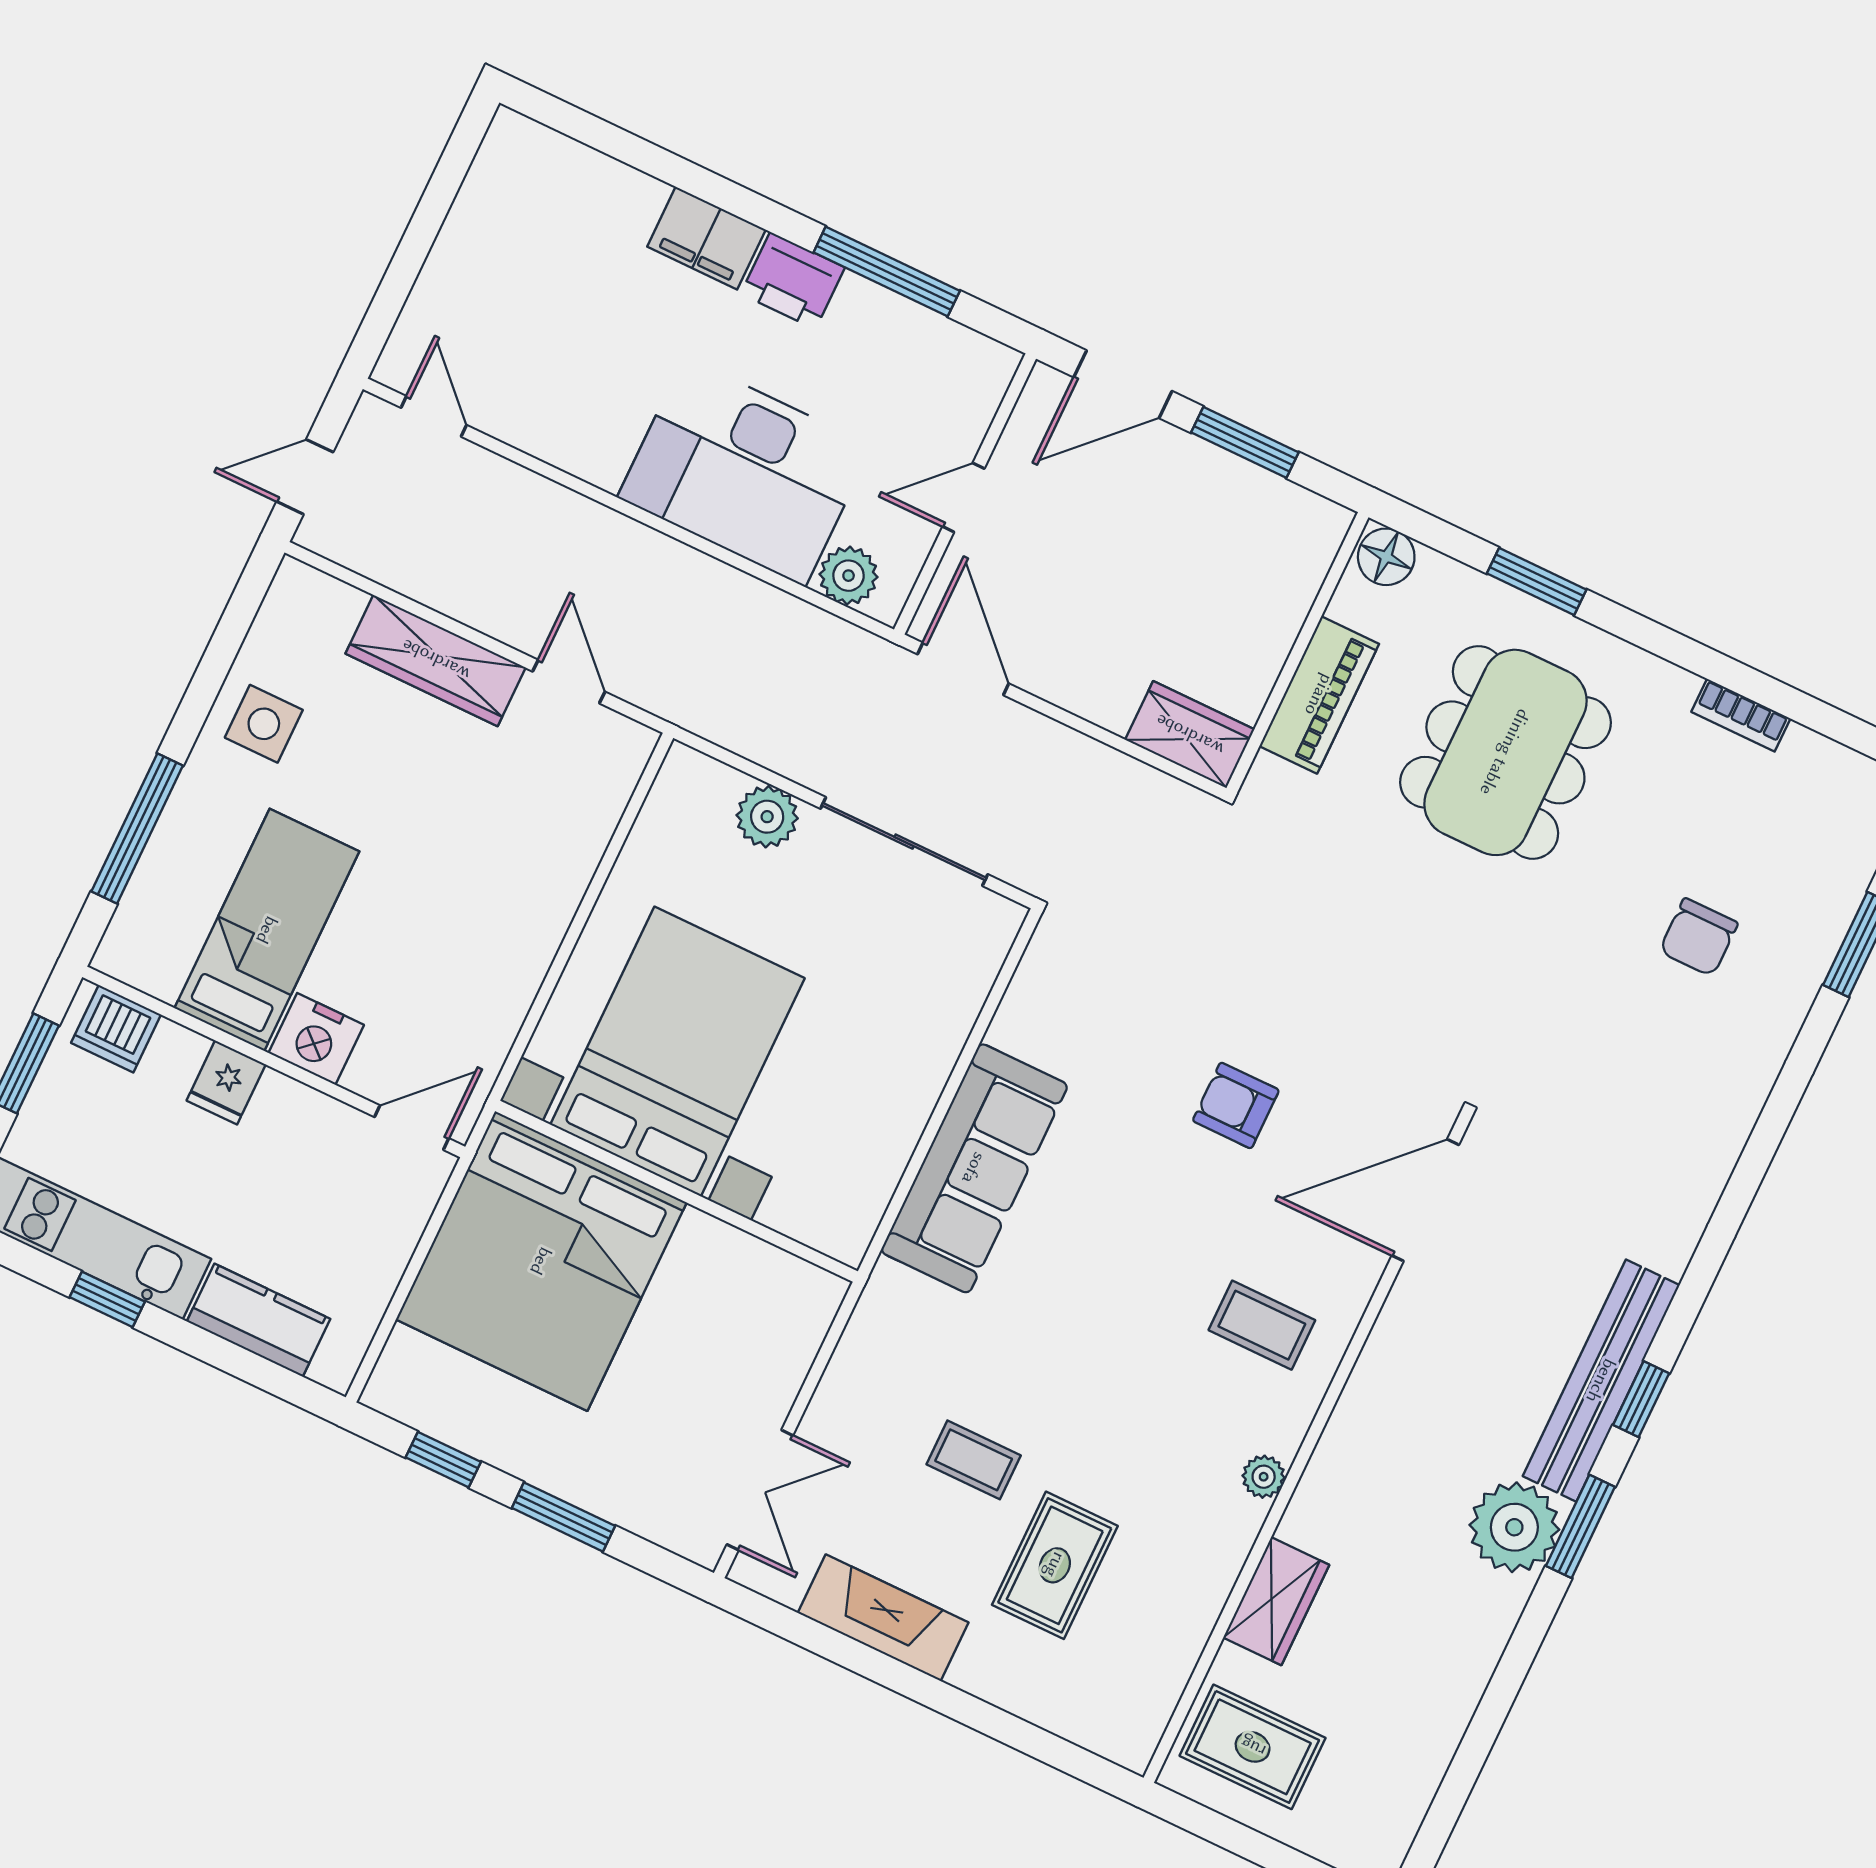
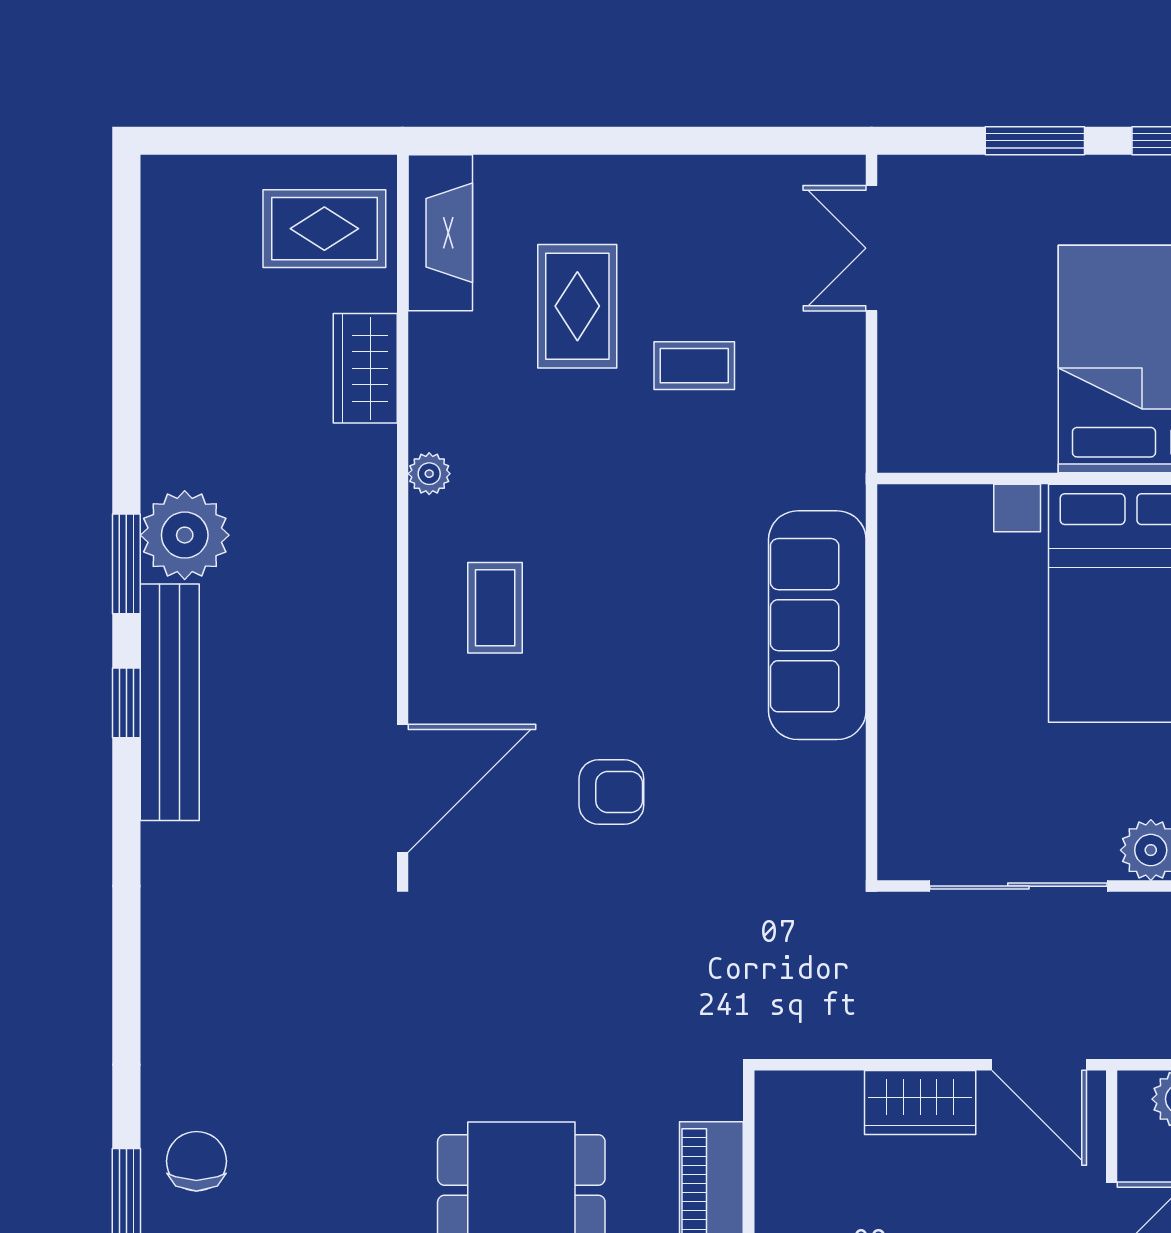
wardrobe: (1190, 735) -> (920, 1102), moved
chair: (1699, 937) -> (196, 1161), moved
coffee table: (1262, 1325) -> (495, 608), turned 90
fireplace: (883, 1618) -> (440, 233), moved, turned -90

